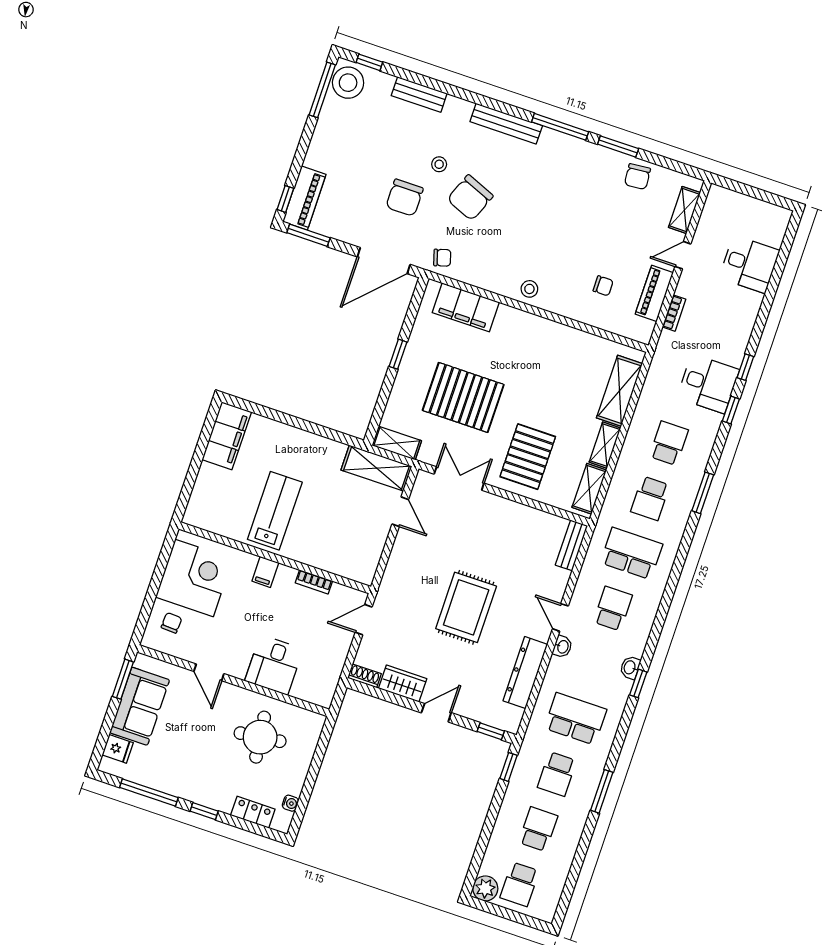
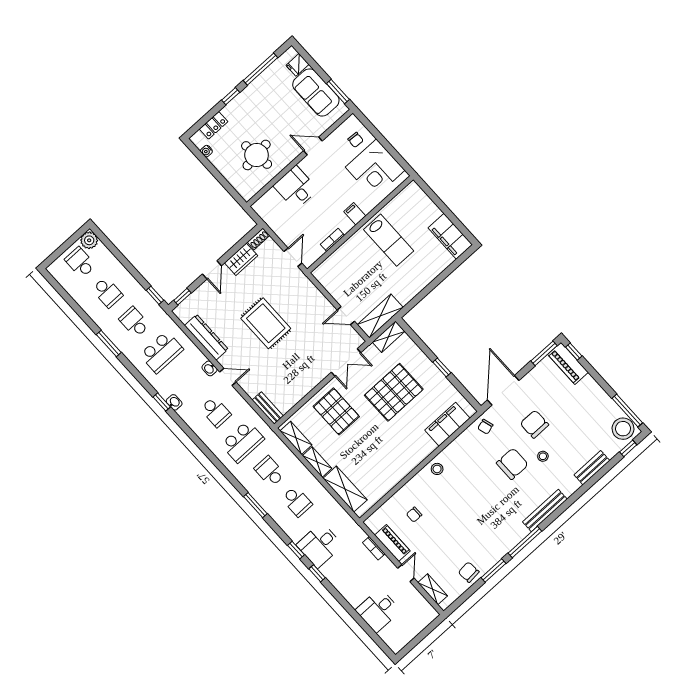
chair: (470, 198) -> (512, 464), turned 68

